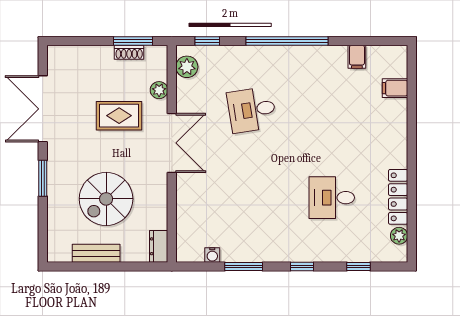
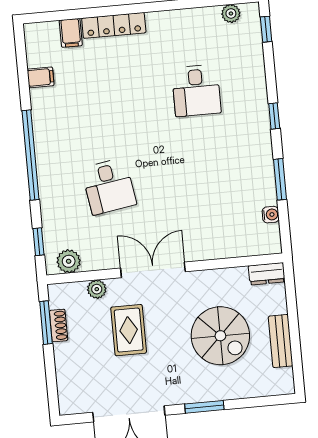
locker: (398, 197) -> (114, 25), moved
window: (358, 266) -> (266, 29), moved

